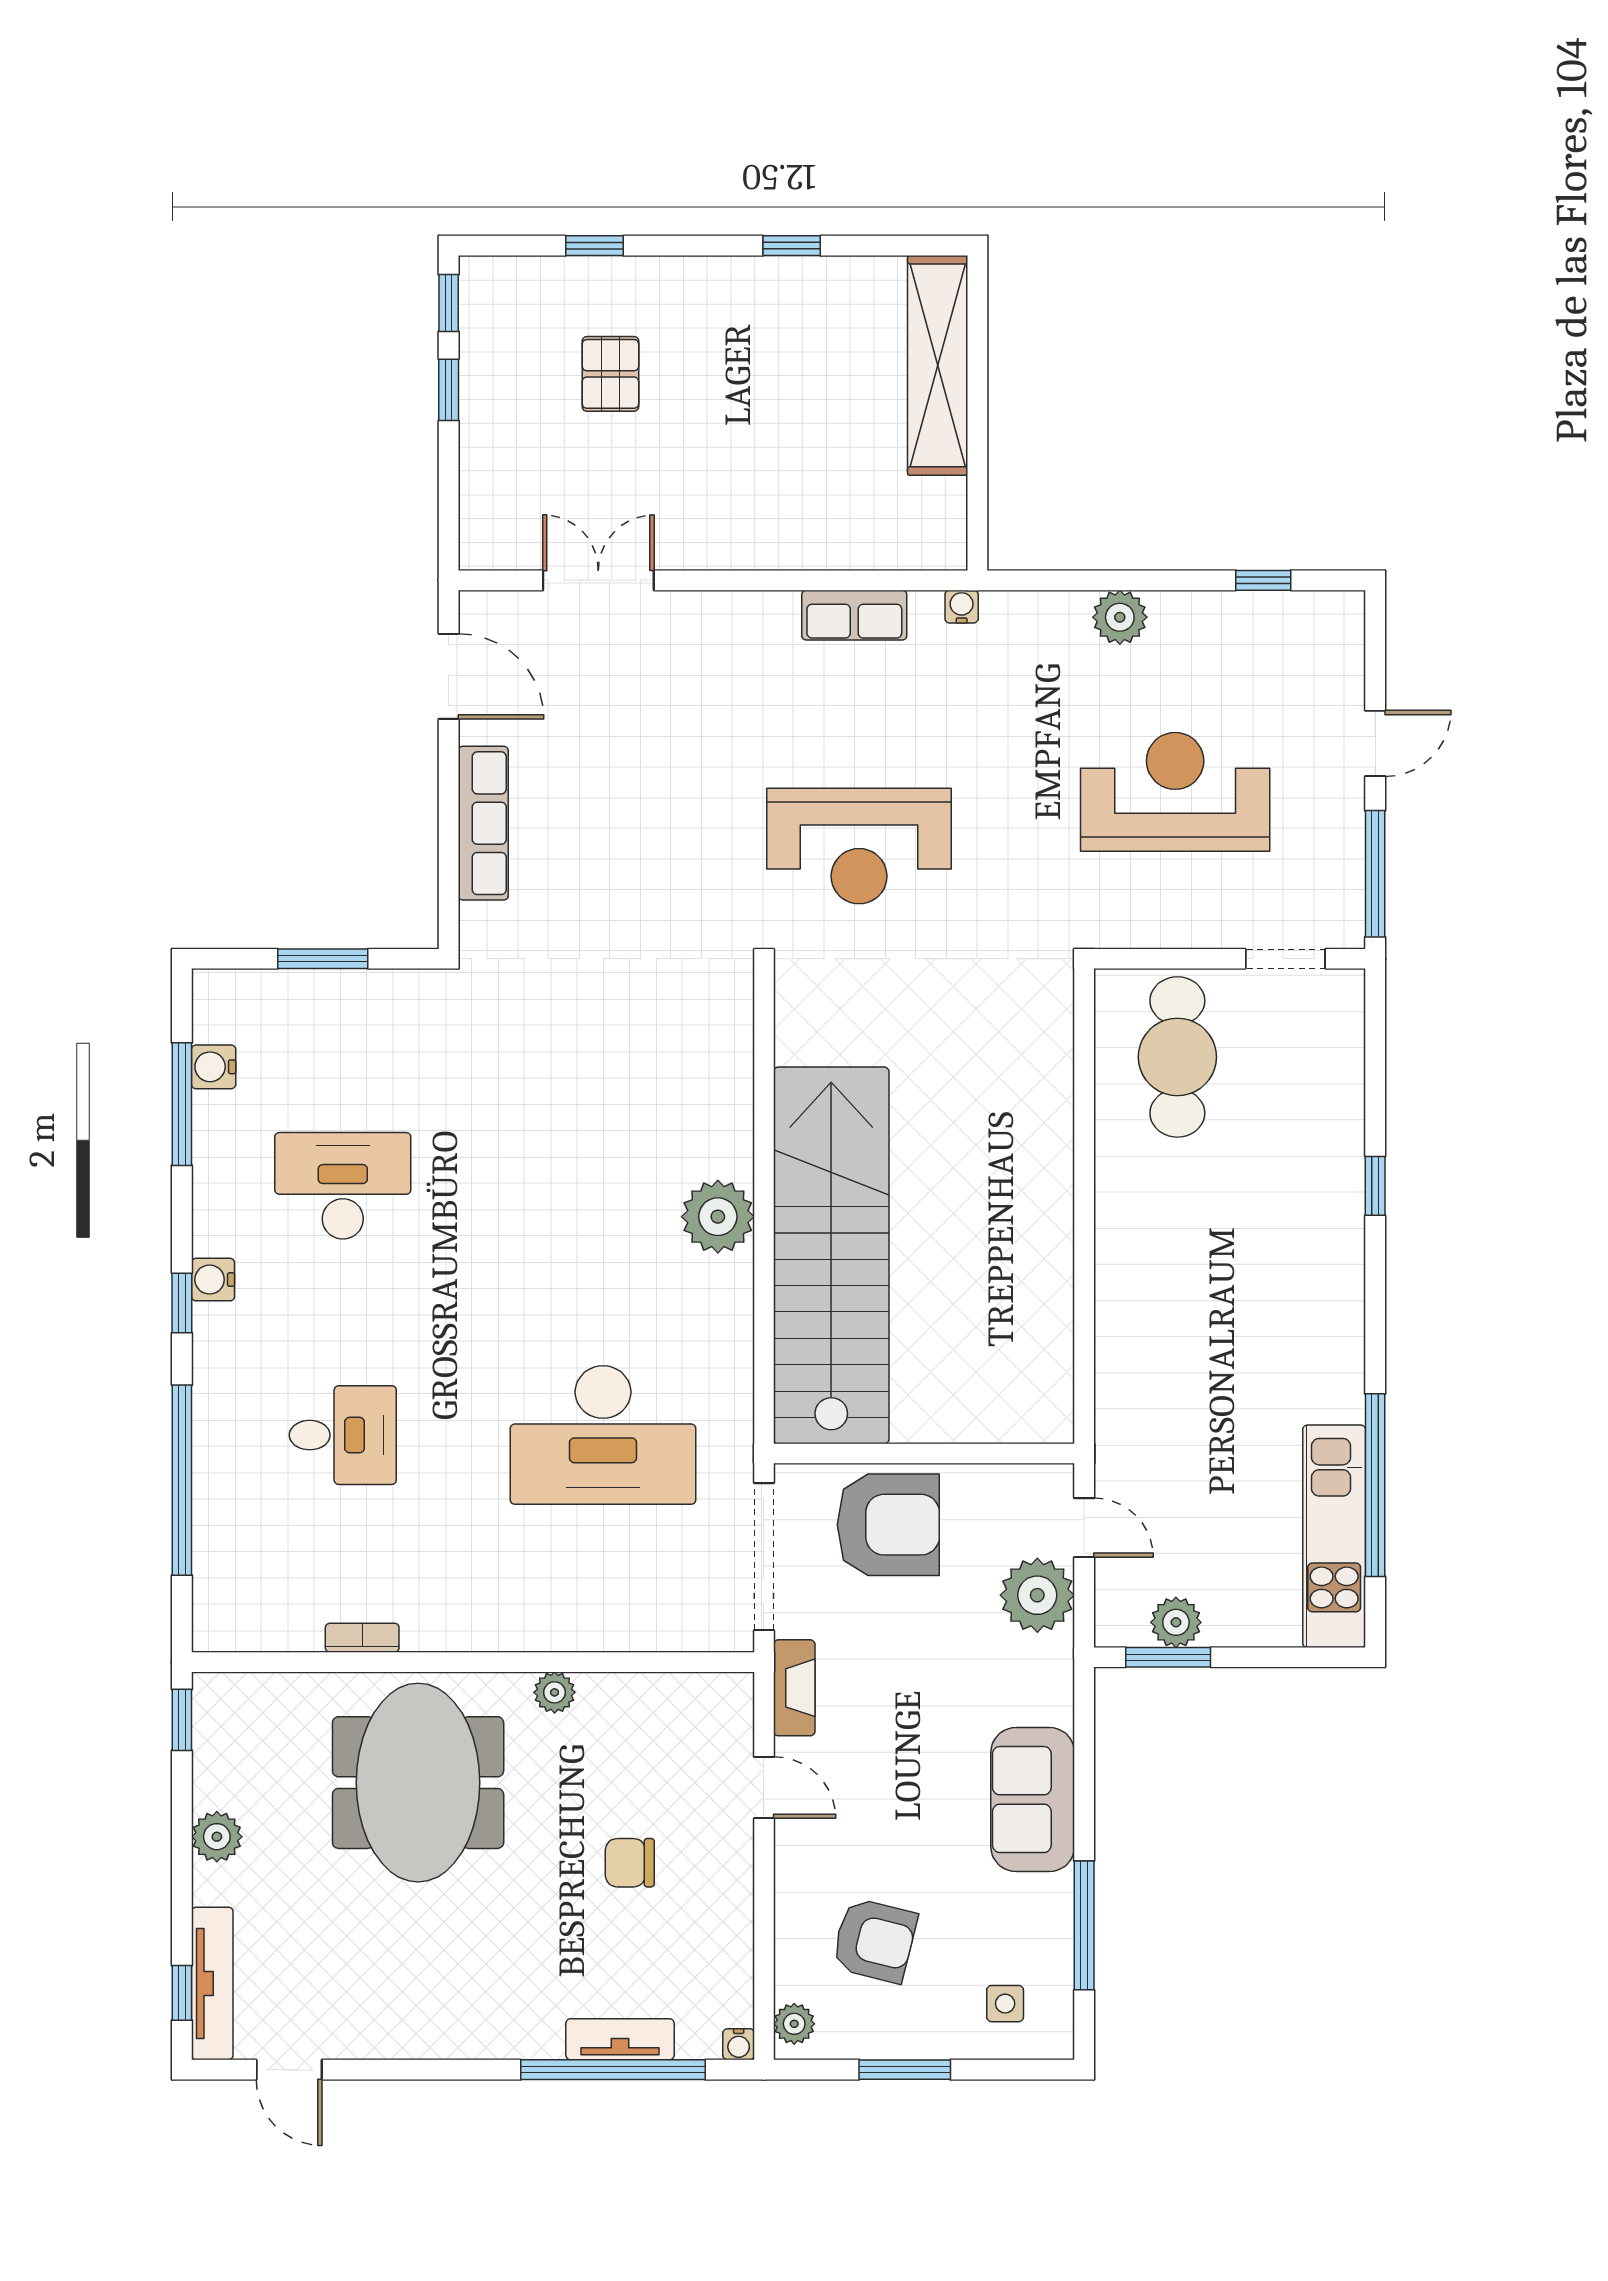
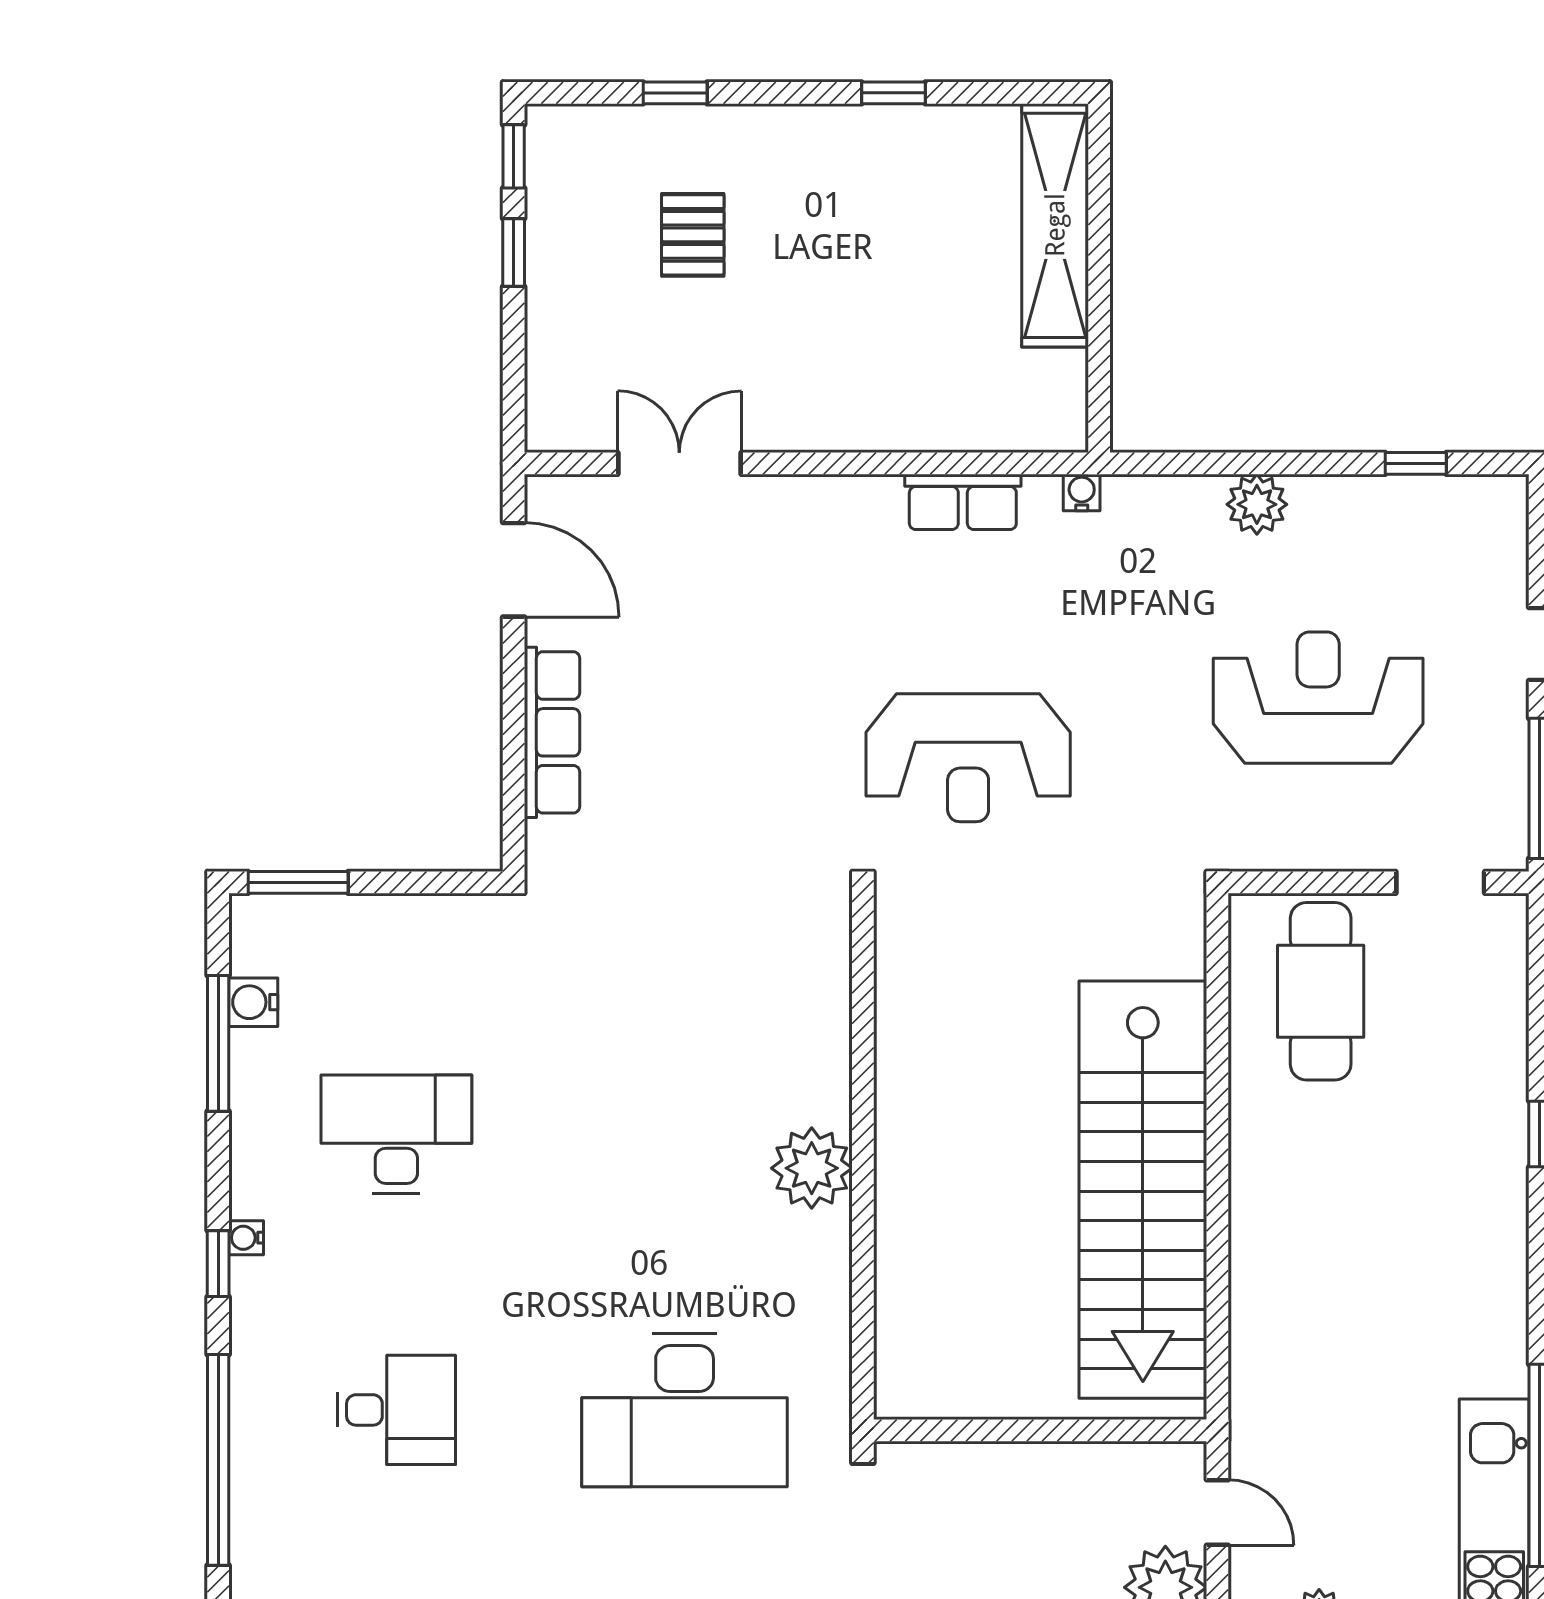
window: (323, 959) -> (298, 882), moved
stairs: (831, 1255) -> (1143, 1190), moved, turned 180
water cooler: (213, 1280) -> (246, 1238), width x0.72, depth x0.72
armchair: (888, 1525) -> (1001, 1509), removed

